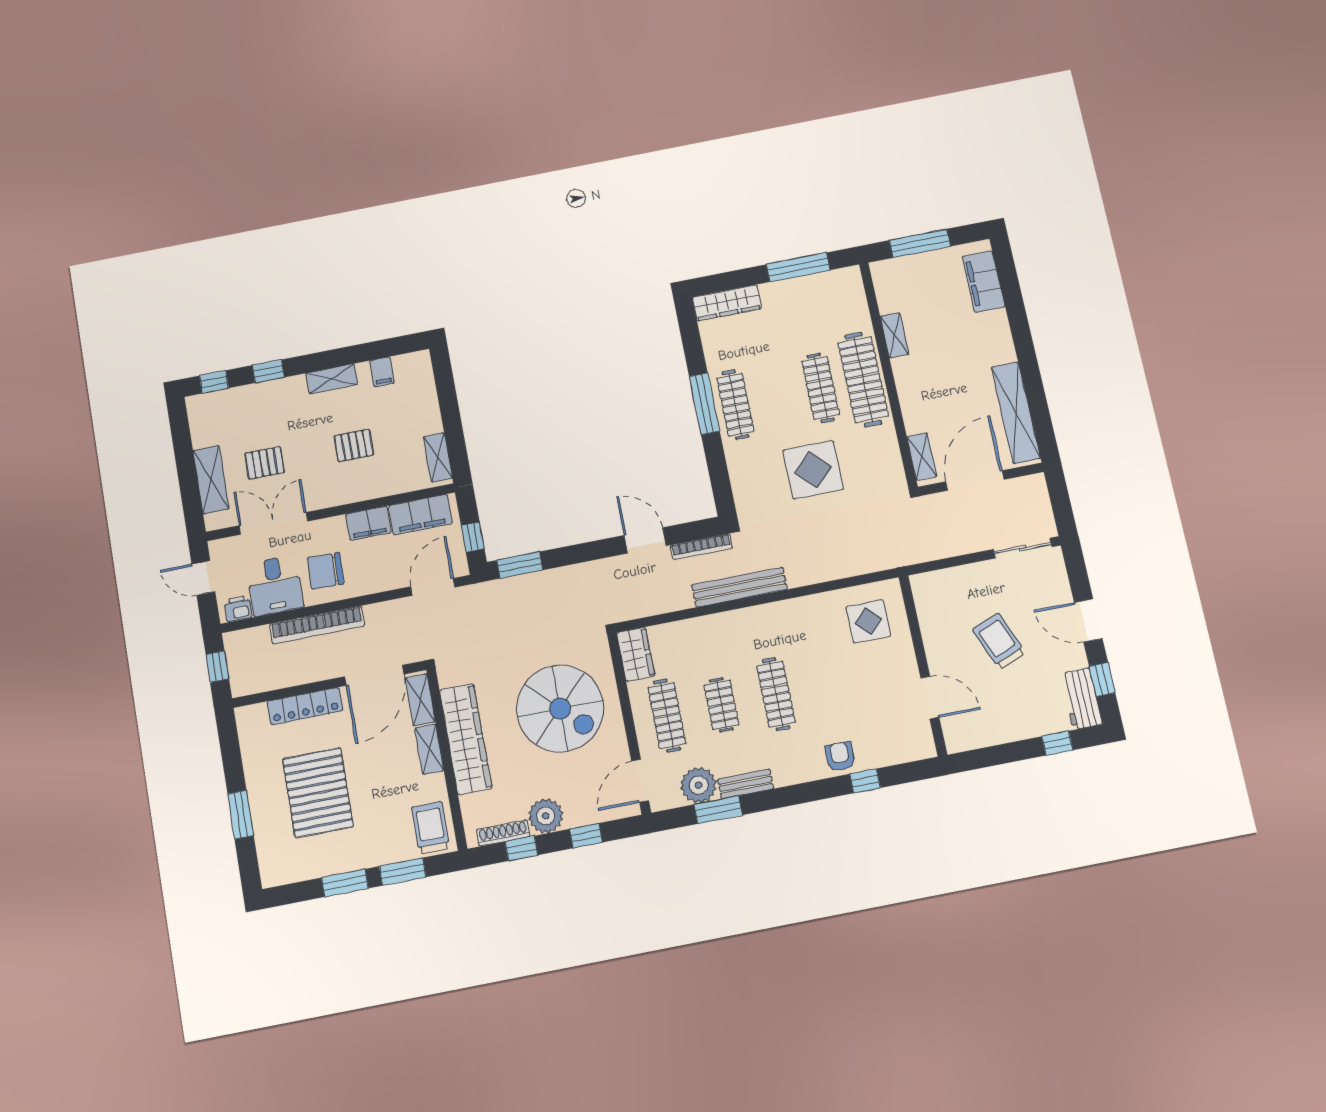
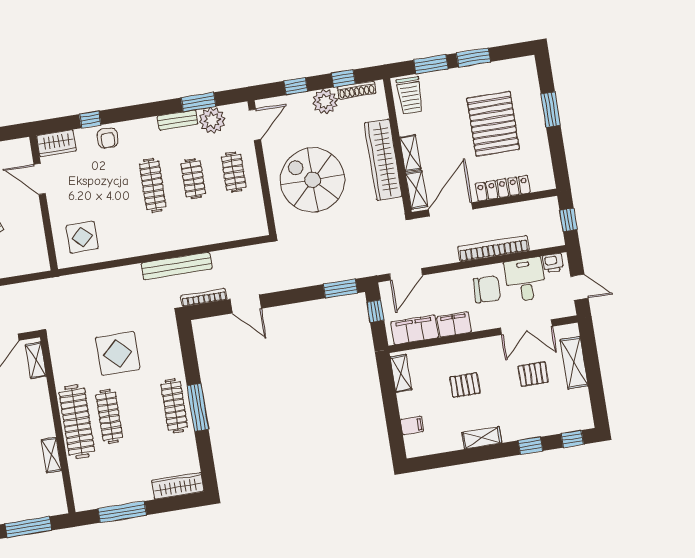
filing cabinet: (382, 372) -> (412, 426), moved, turned 90
wardrobe: (636, 654) -> (56, 143), moved, turned -90
clothes rail: (667, 716) -> (234, 172), width x0.73

